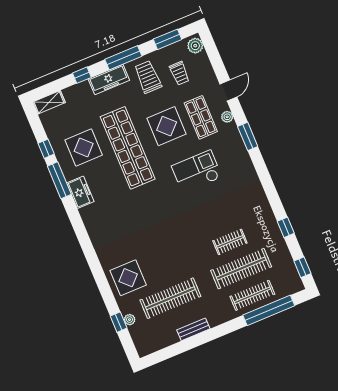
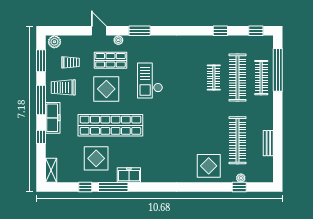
bench: (193, 329) -> (268, 143), moved

